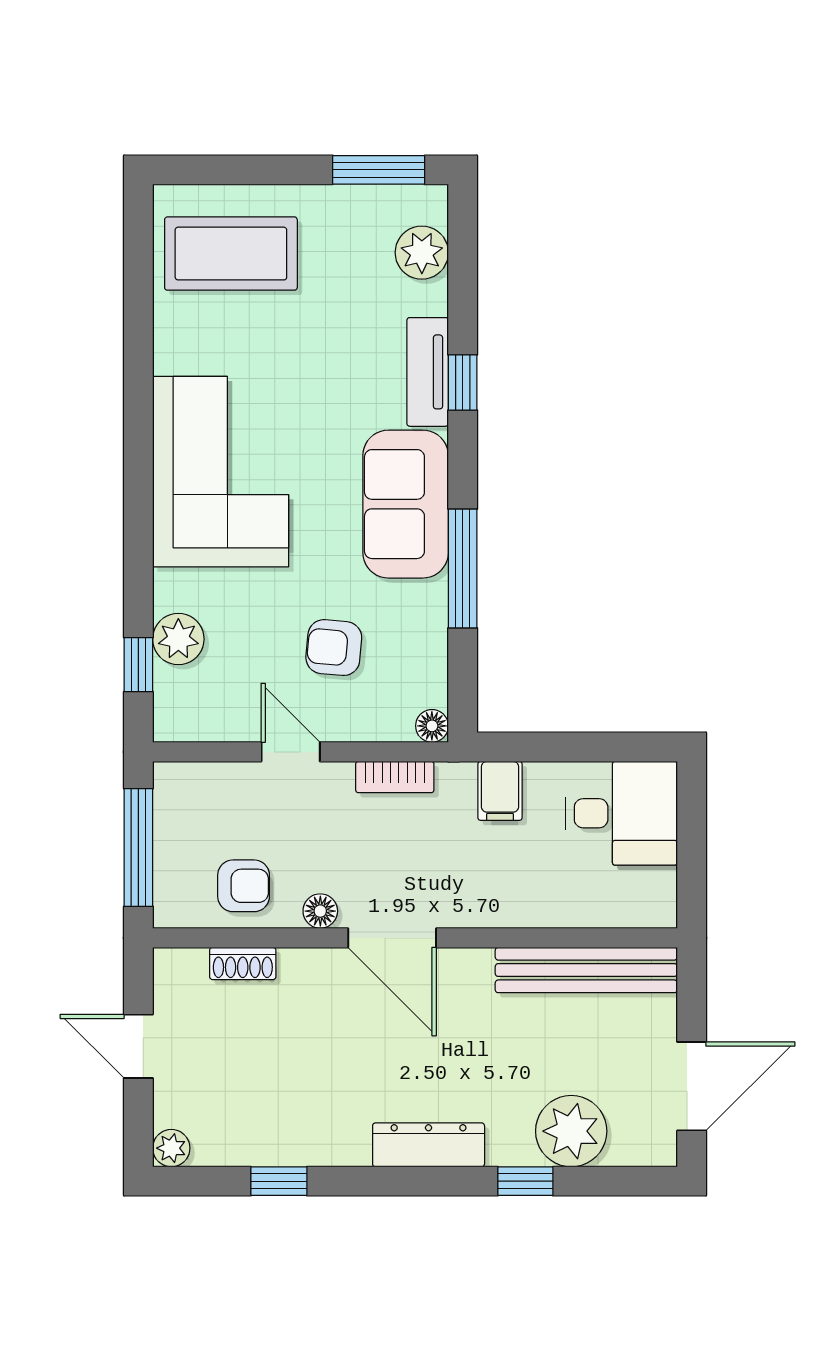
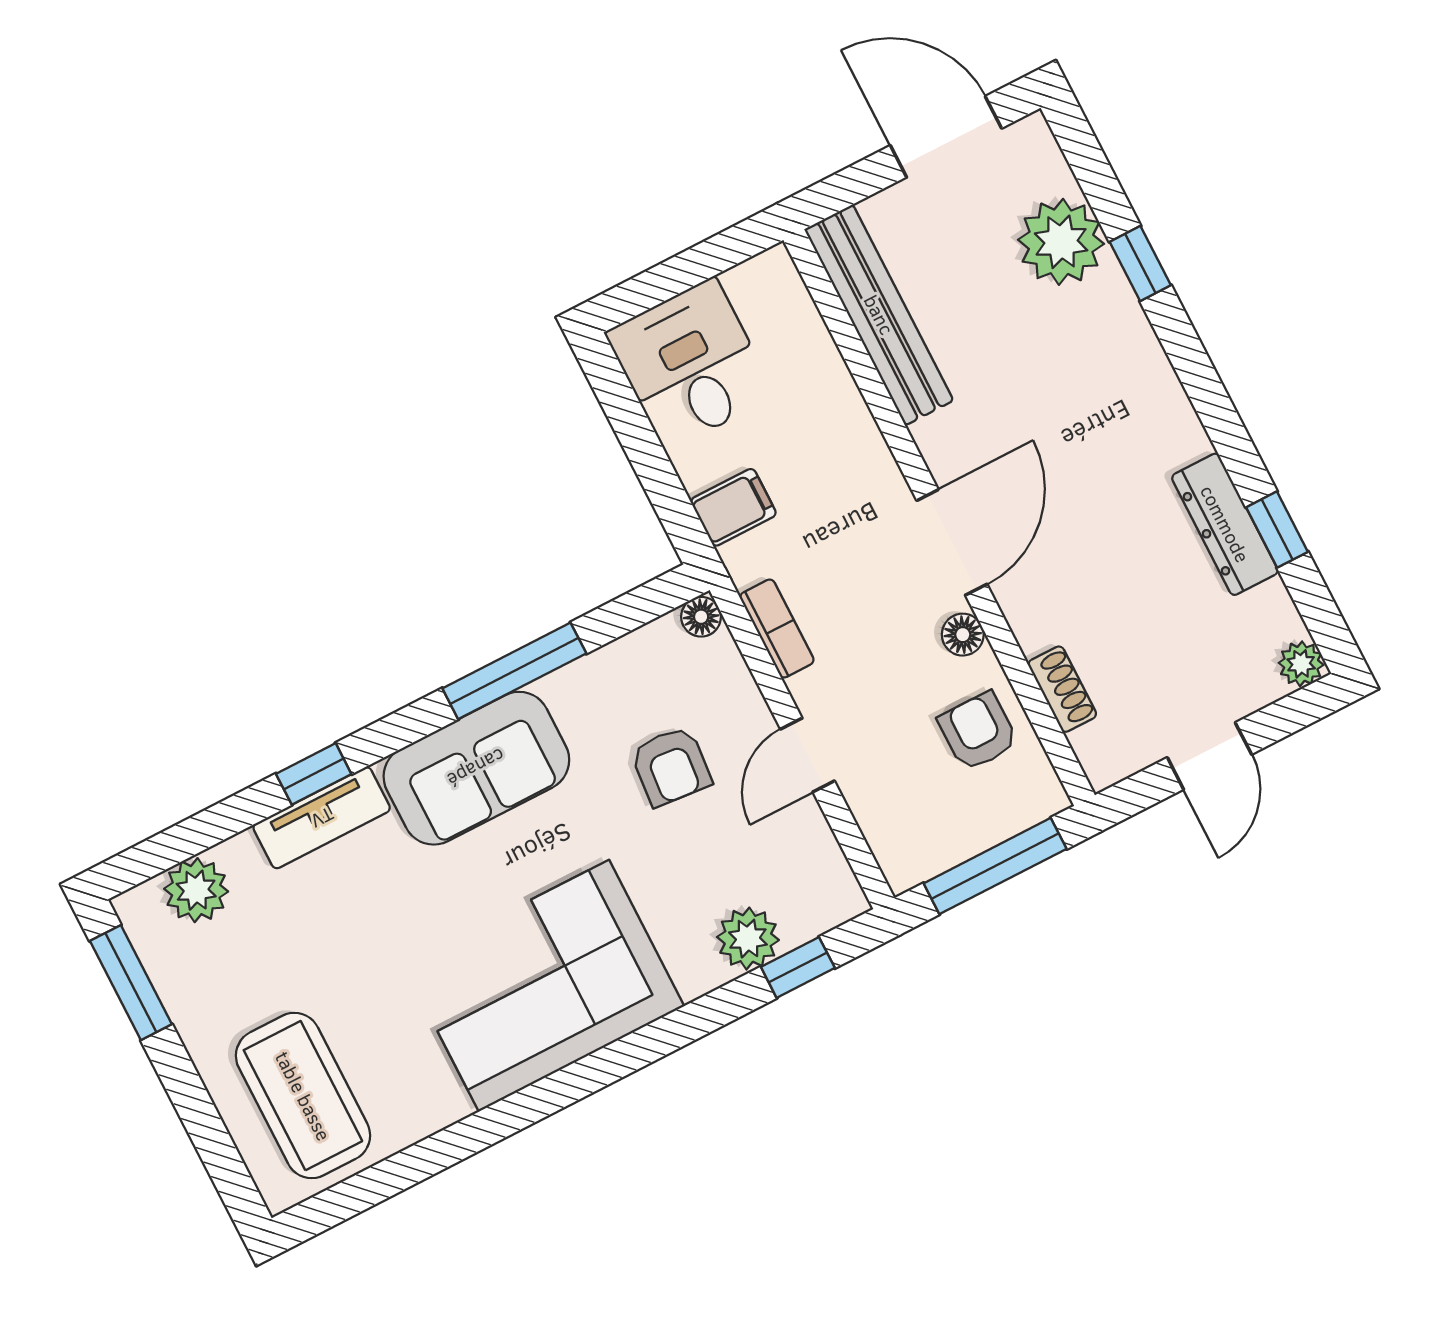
dresser: (429, 1145) -> (1225, 524), moved

